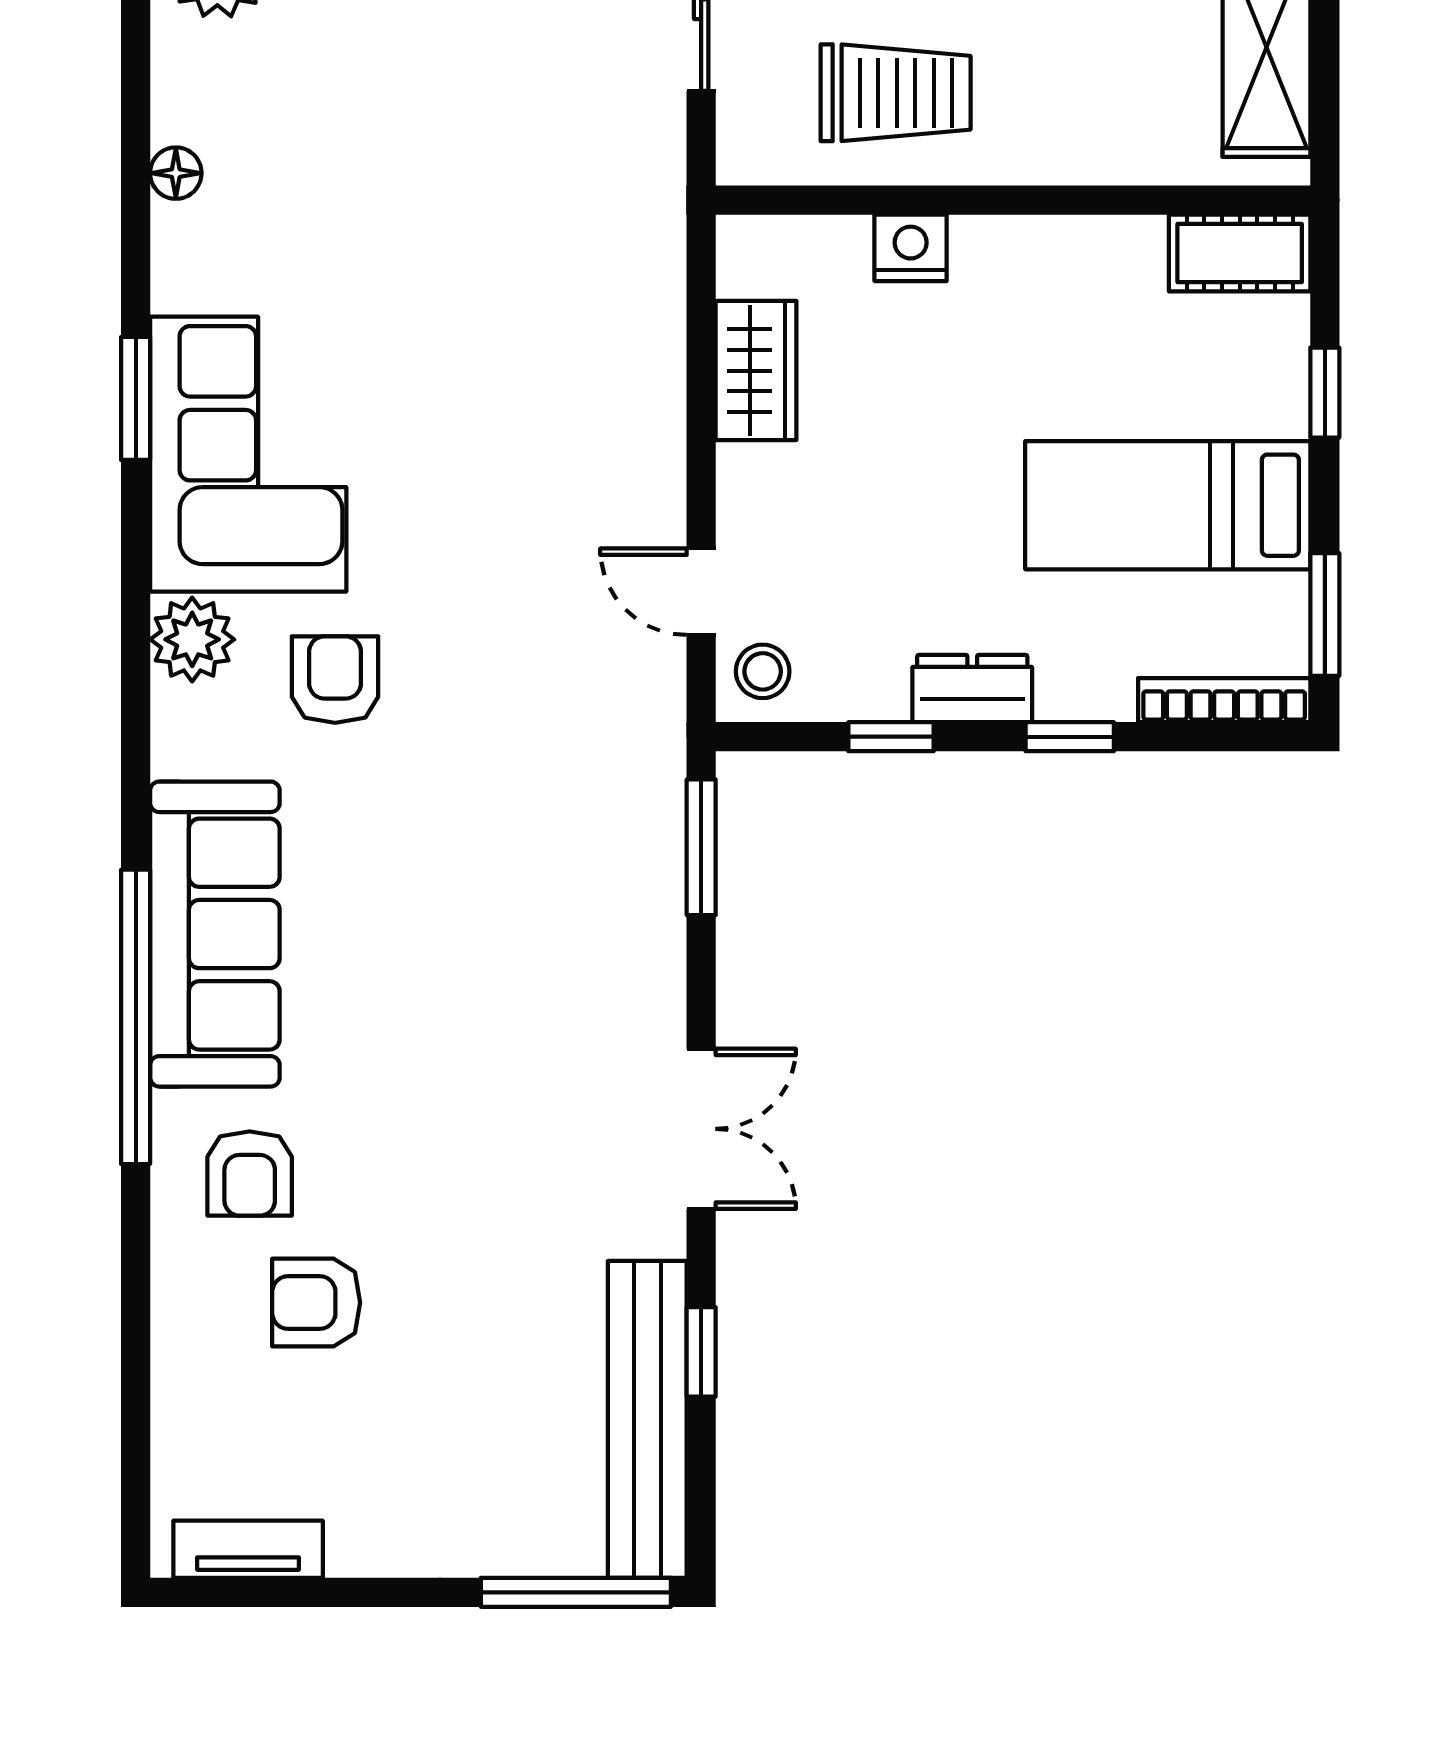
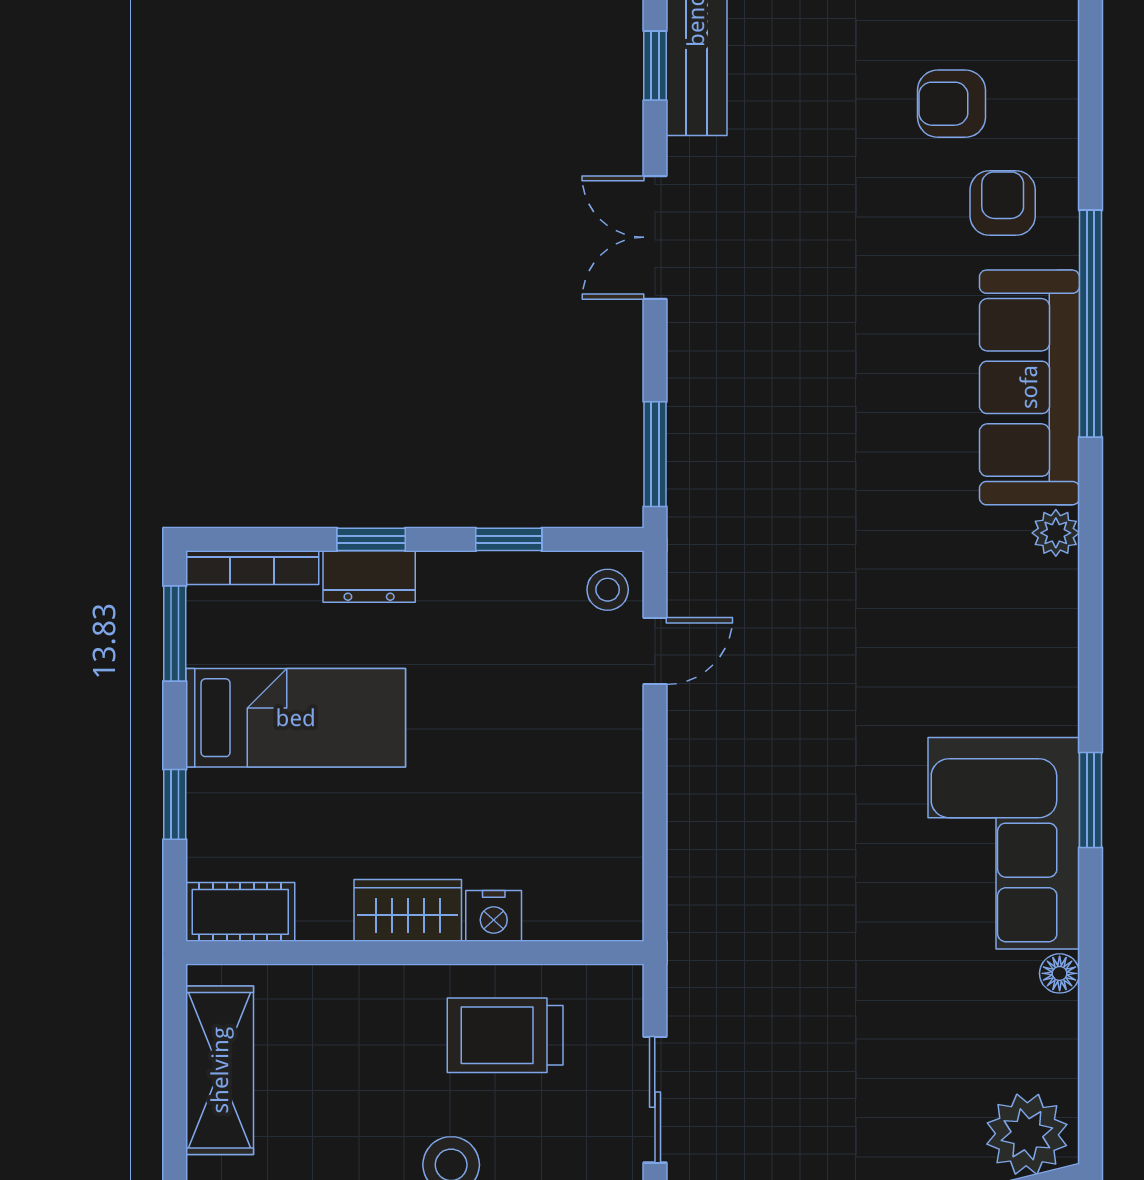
wardrobe: (756, 371) -> (408, 910), moved, turned 90
corner sofa: (248, 454) -> (1004, 843), moved
door: (701, 592) -> (655, 651), hinge flipped
plant: (192, 639) -> (1056, 533), moved, width x0.73, depth x0.73
armchair: (335, 680) -> (937, 583), removed
dresser: (972, 689) -> (369, 576), moved
armchair: (316, 1303) -> (951, 104), turned 180

